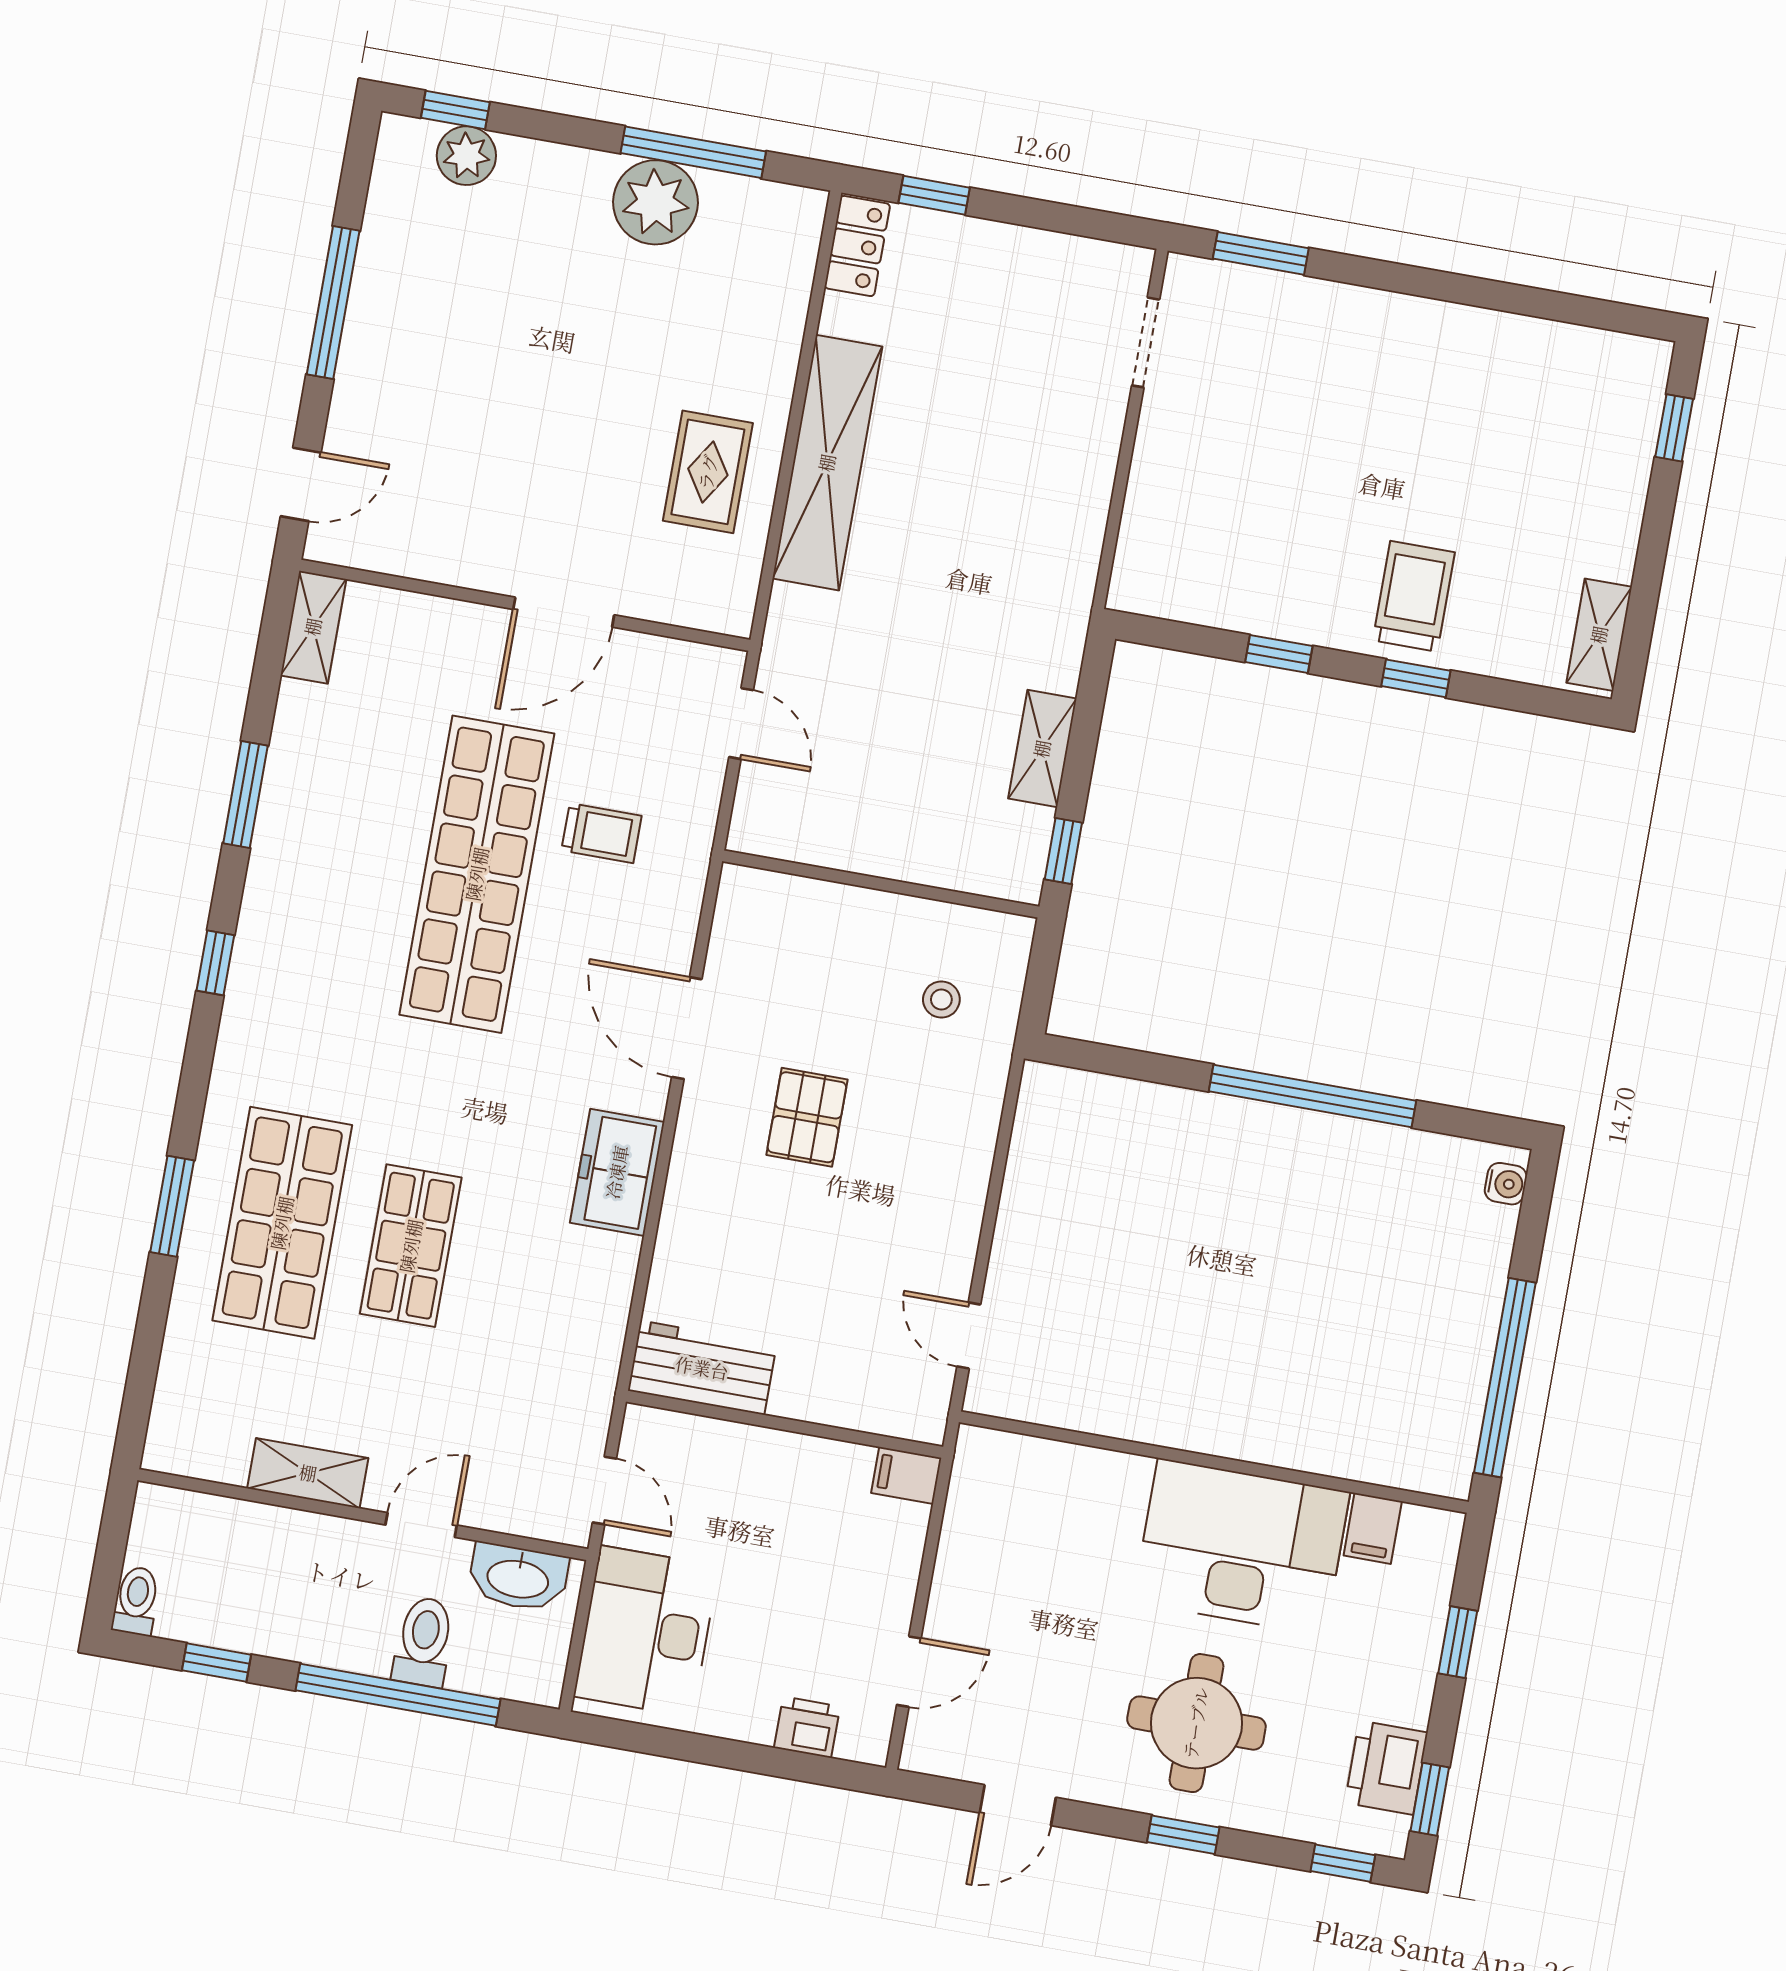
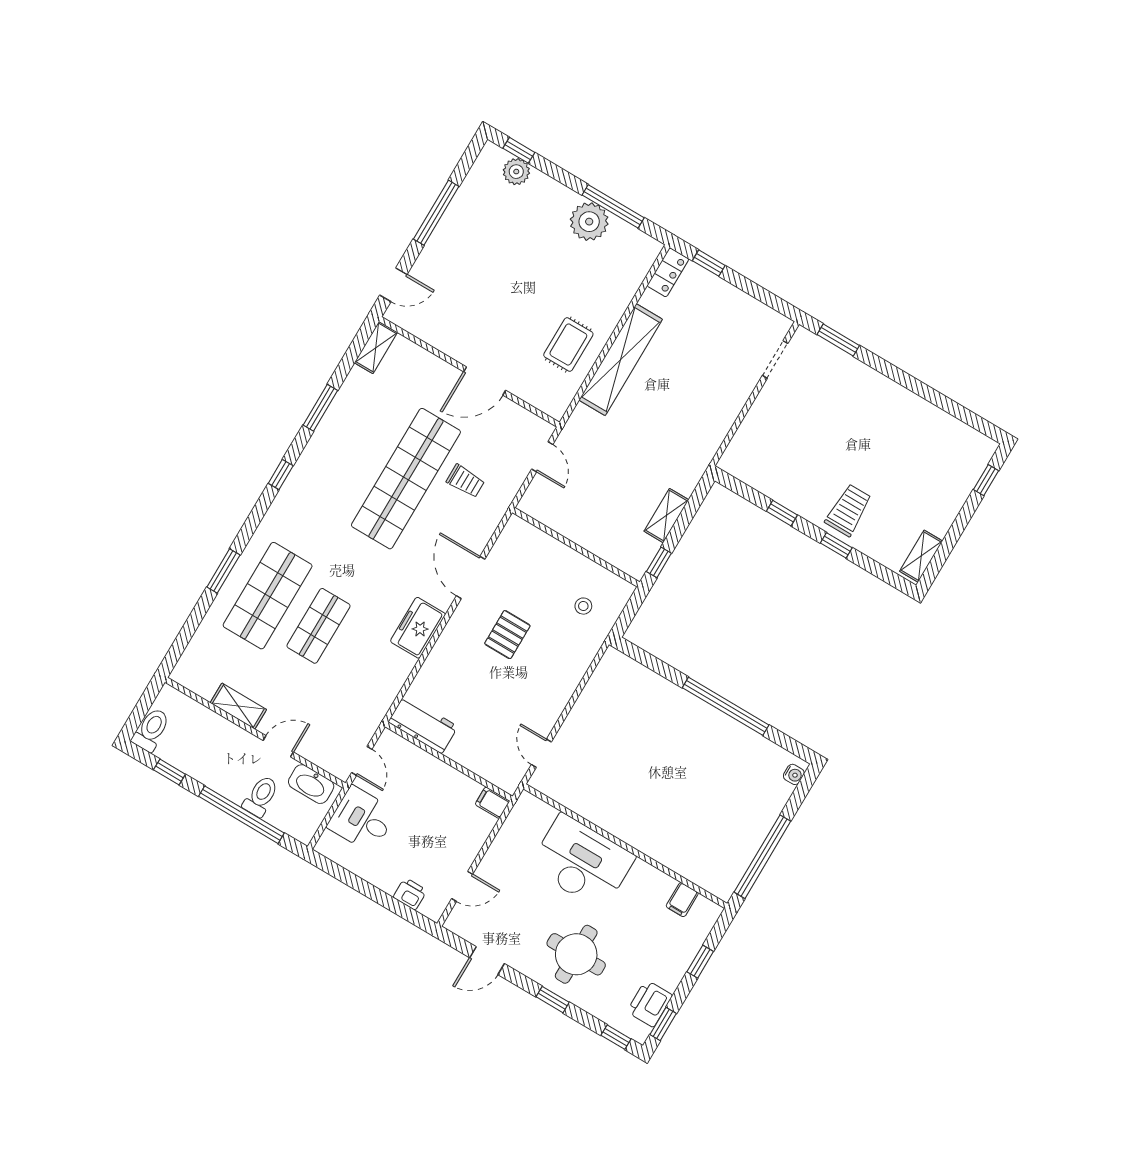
desk: (1241, 1547) -> (582, 862), moved
toilet: (136, 1601) -> (151, 730), width x1.37, depth x1.39
desk: (646, 1631) -> (362, 819), width x0.73

